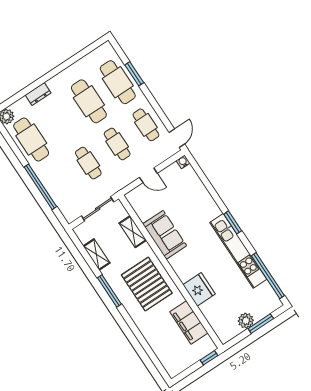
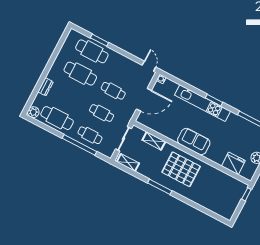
cafe table: (146, 125) -> (90, 135), moved
door: (148, 175) -> (144, 100), width x1.88
sofa: (165, 235) -> (194, 142), moved
kitchen unit: (238, 251) -> (202, 103), moved
shelving: (97, 255) -> (128, 162), moved
fridge: (199, 289) -> (233, 163), moved
filing cabinet: (189, 322) -> (221, 179), removed

